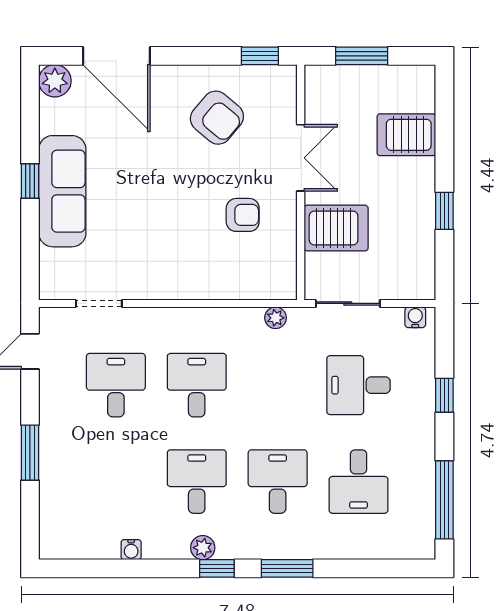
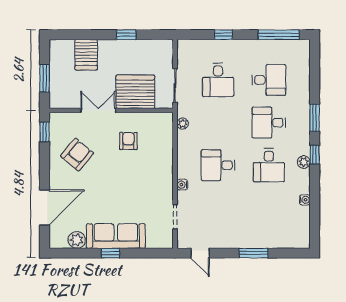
plant: (55, 81) -> (77, 240), moved
server rack: (336, 228) -> (135, 92), width x1.60
water cooler: (415, 317) -> (182, 185), moved
desk: (116, 385) -> (218, 208), removed
desk: (197, 482) -> (269, 165), turned -90

